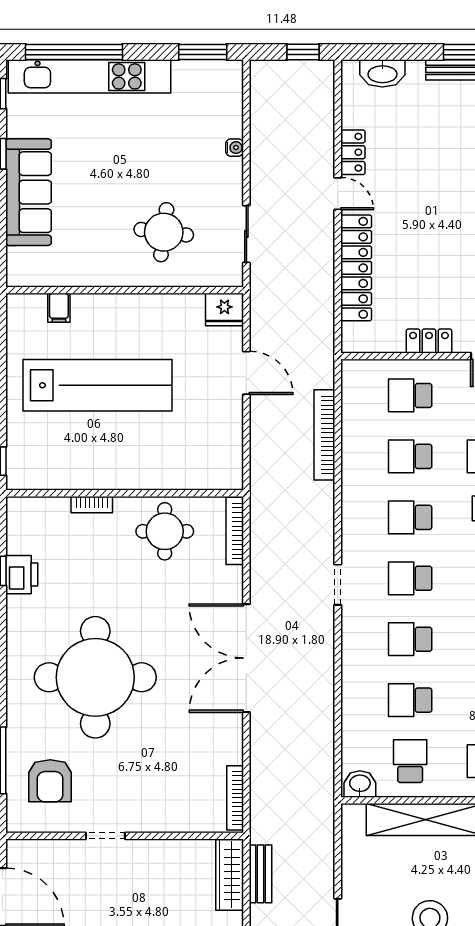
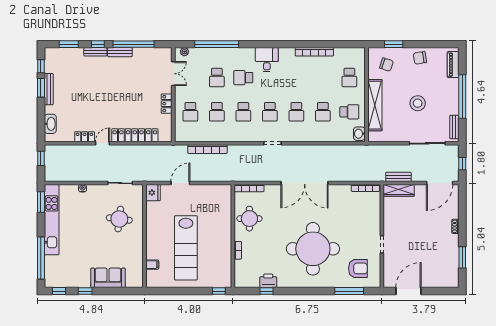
kitchen unit: (89, 76) -> (52, 220), moved
sofa: (28, 192) -> (108, 278), width x0.73
lab bench: (97, 385) -> (186, 248), turned 180
school desk: (410, 761) -> (349, 112), turned 180

